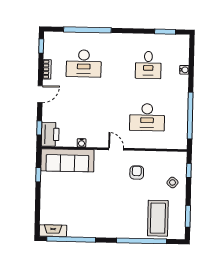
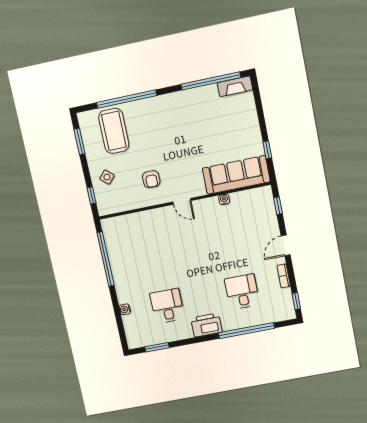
desk: (84, 63) -> (242, 292), width x0.73
desk: (147, 117) -> (154, 246), removed
printer: (50, 134) -> (207, 325), moved, turned 90

